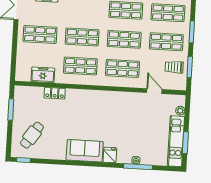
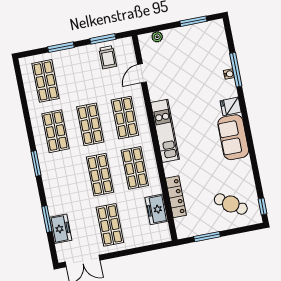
shop shelf: (166, 42) -> (80, 74), removed
locker: (55, 93) -> (176, 197), width x1.53
kitchen unit: (176, 141) -> (165, 131), moved, turned -90

